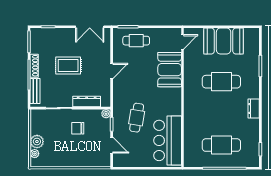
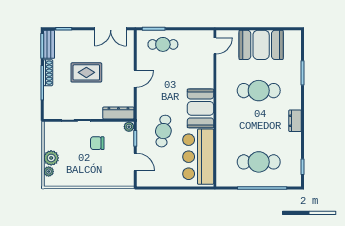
booth: (170, 70) -> (200, 108), moved
bench: (35, 91) -> (49, 44), moved
dresser: (87, 102) -> (118, 113), moved

